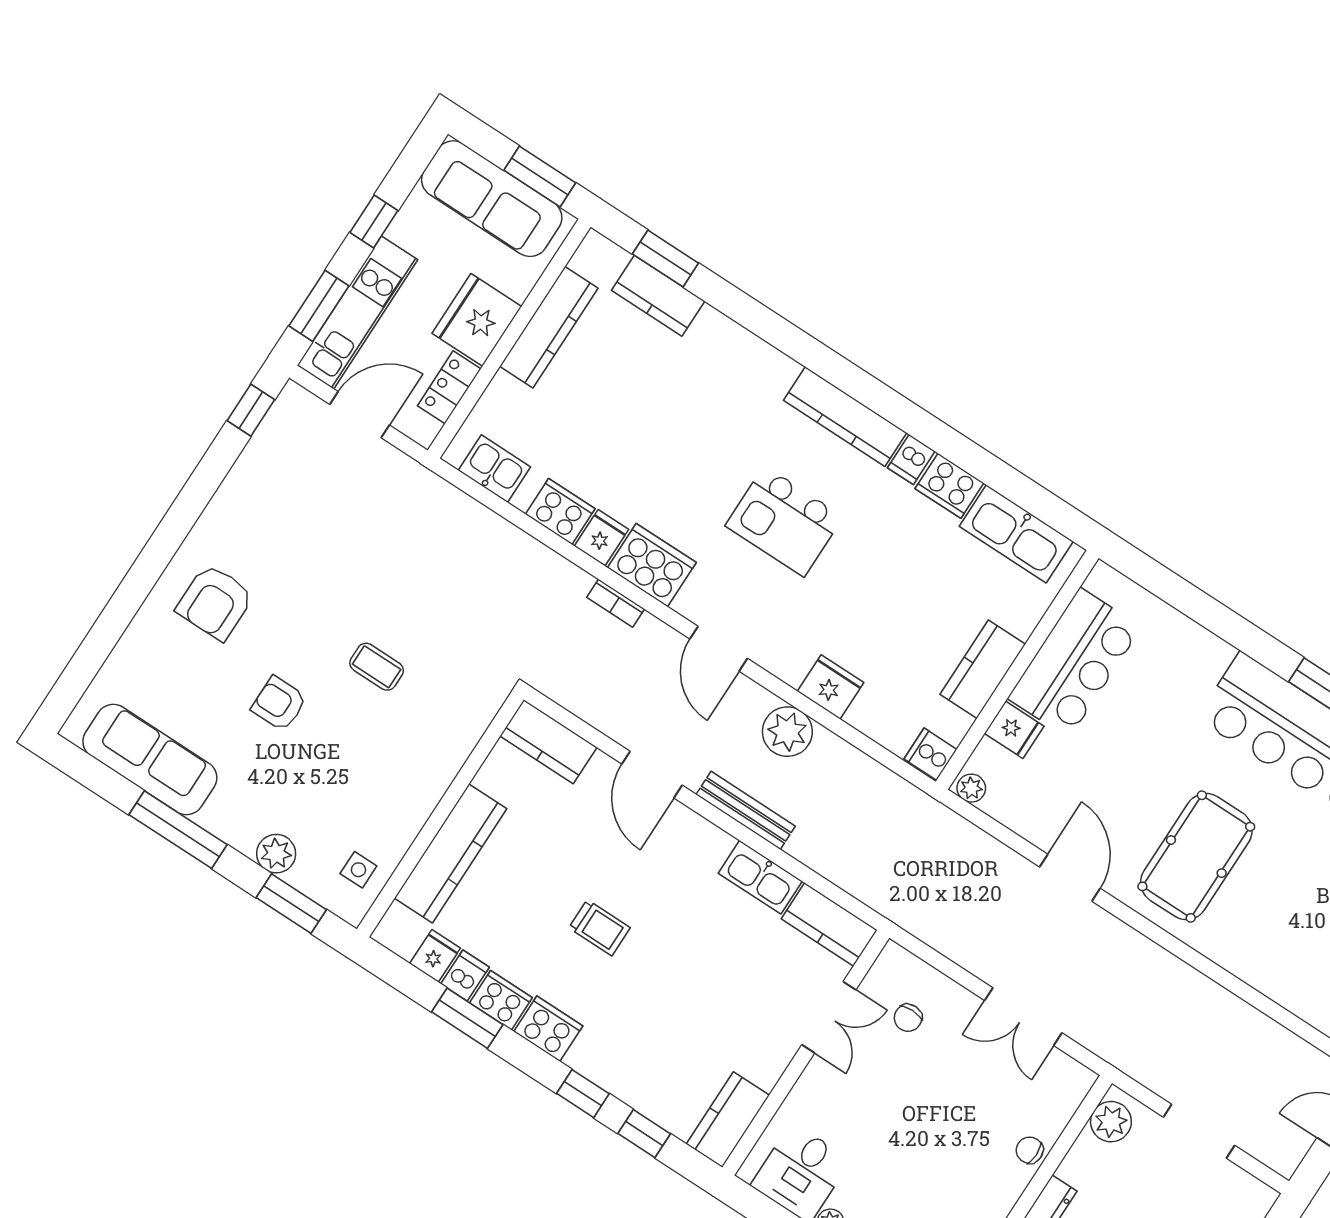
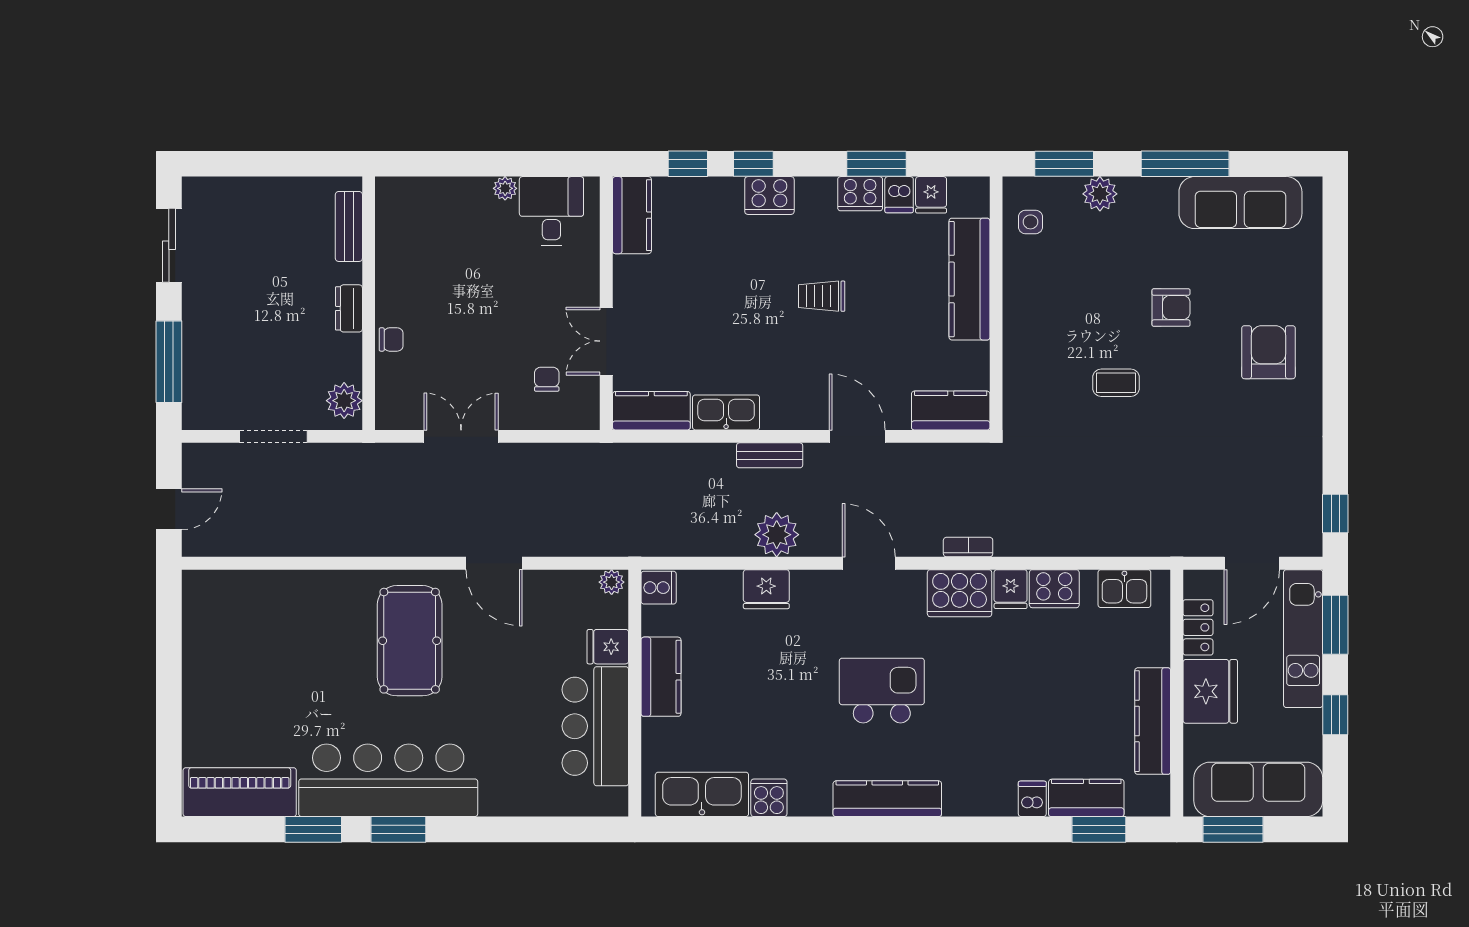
dishwasher: (911, 459) -> (1032, 799), moved
cooker: (949, 486) -> (769, 798), width x0.73
bench: (746, 810) -> (770, 455), width x0.73
cooker: (548, 1029) -> (769, 196), moved

